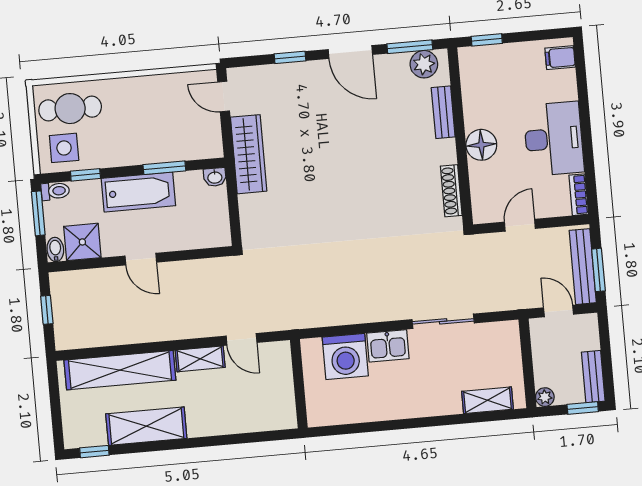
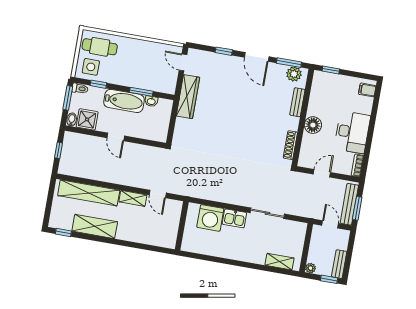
washbasin: (215, 177) -> (151, 101), moved

